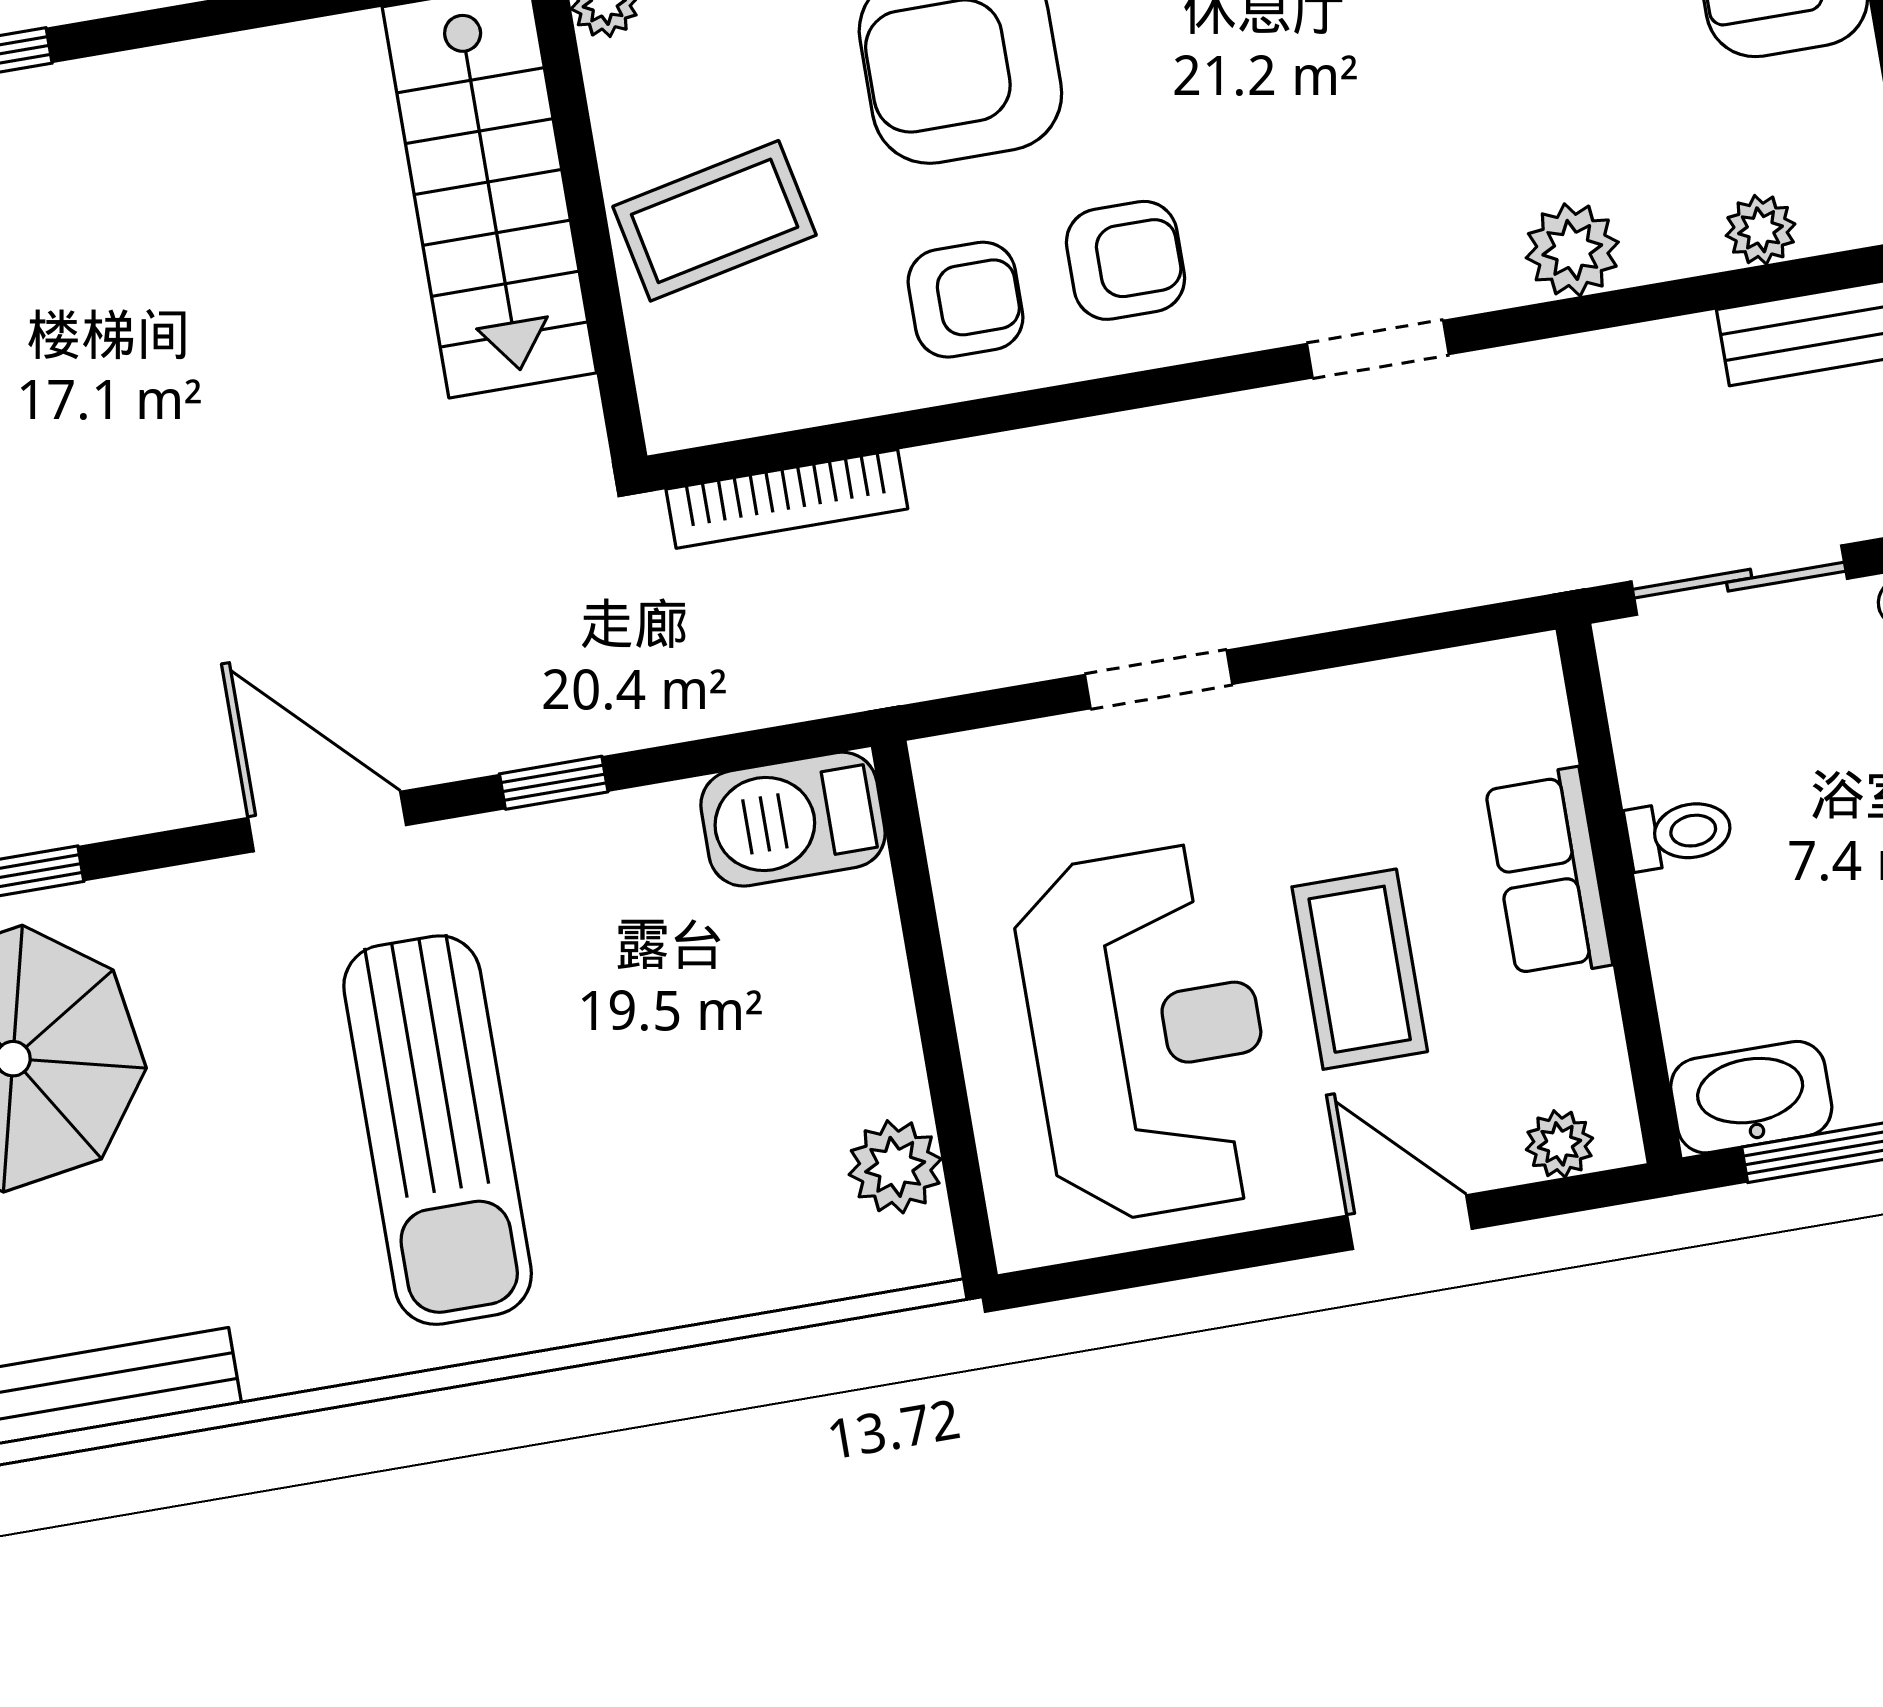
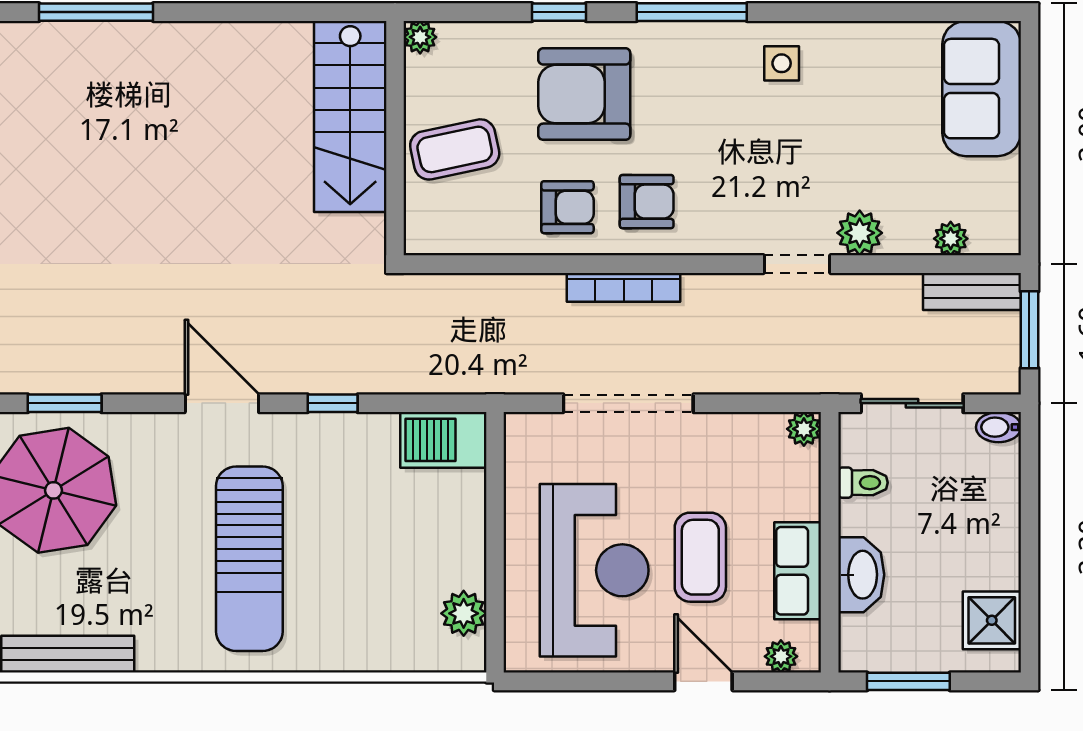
doorway: (1378, 349) -> (797, 264), moved
bookcase: (787, 499) -> (624, 287), moved
plant: (1527, 671) -> (804, 429), added
doorway: (1159, 679) -> (628, 403), width x1.88
toilet: (1679, 833) -> (863, 483), moved
row of seats: (1548, 874) -> (798, 571), moved
washbasin: (1751, 1097) -> (861, 575), moved, turned 90

